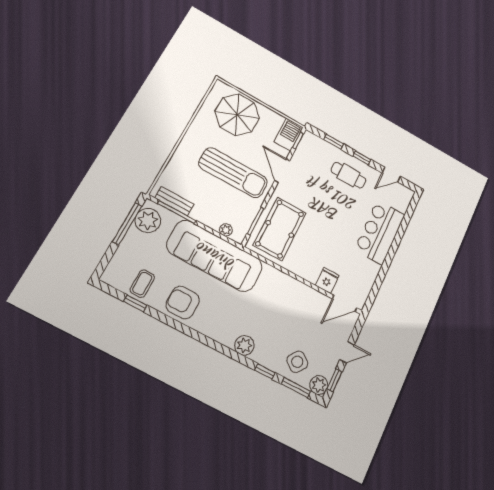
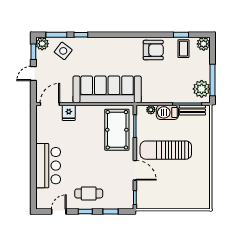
parasol: (237, 115) -> (184, 192), removed
barbecue: (289, 135) -> (167, 112), moved, turned 90
sofa: (215, 256) -> (107, 89), moved
plant: (244, 345) -> (204, 44), moved

